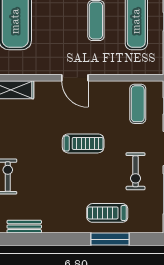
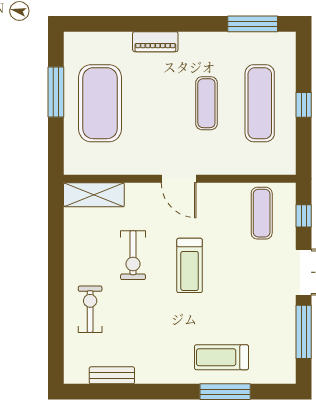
treadmill: (83, 143) -> (190, 265), turned 90
exercise bike: (136, 171) -> (133, 255), moved

